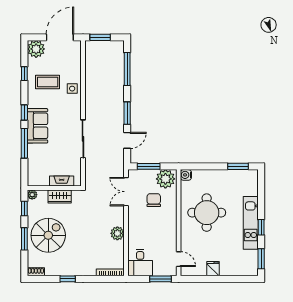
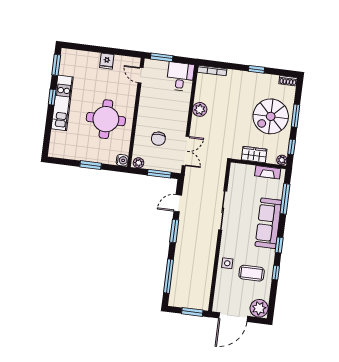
window: (24, 74) -> (276, 273), moved
sofa: (37, 126) -> (268, 223), width x1.36
window: (24, 143) -> (285, 199), moved
window: (238, 166) -> (91, 165), moved
plant: (165, 179) -> (139, 163), width x0.53, depth x0.53
fireplace: (62, 181) -> (268, 172), moved

